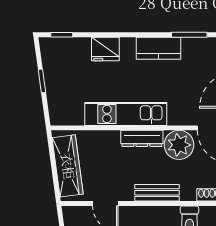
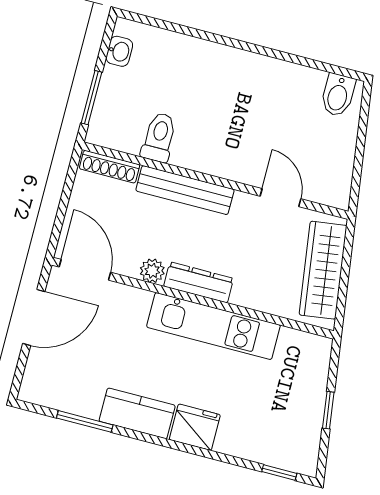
fridge: (105, 49) -> (195, 427), moved
plant: (179, 145) -> (152, 271), width x0.53, depth x0.53
bench: (157, 193) -> (185, 190), width x1.36

